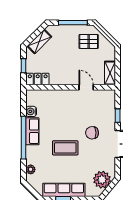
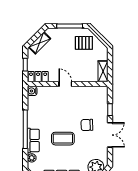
door: (86, 87) -> (65, 84), moved
water cooler: (31, 111) -> (32, 91), moved
row of seats: (32, 131) -> (33, 141), moved

